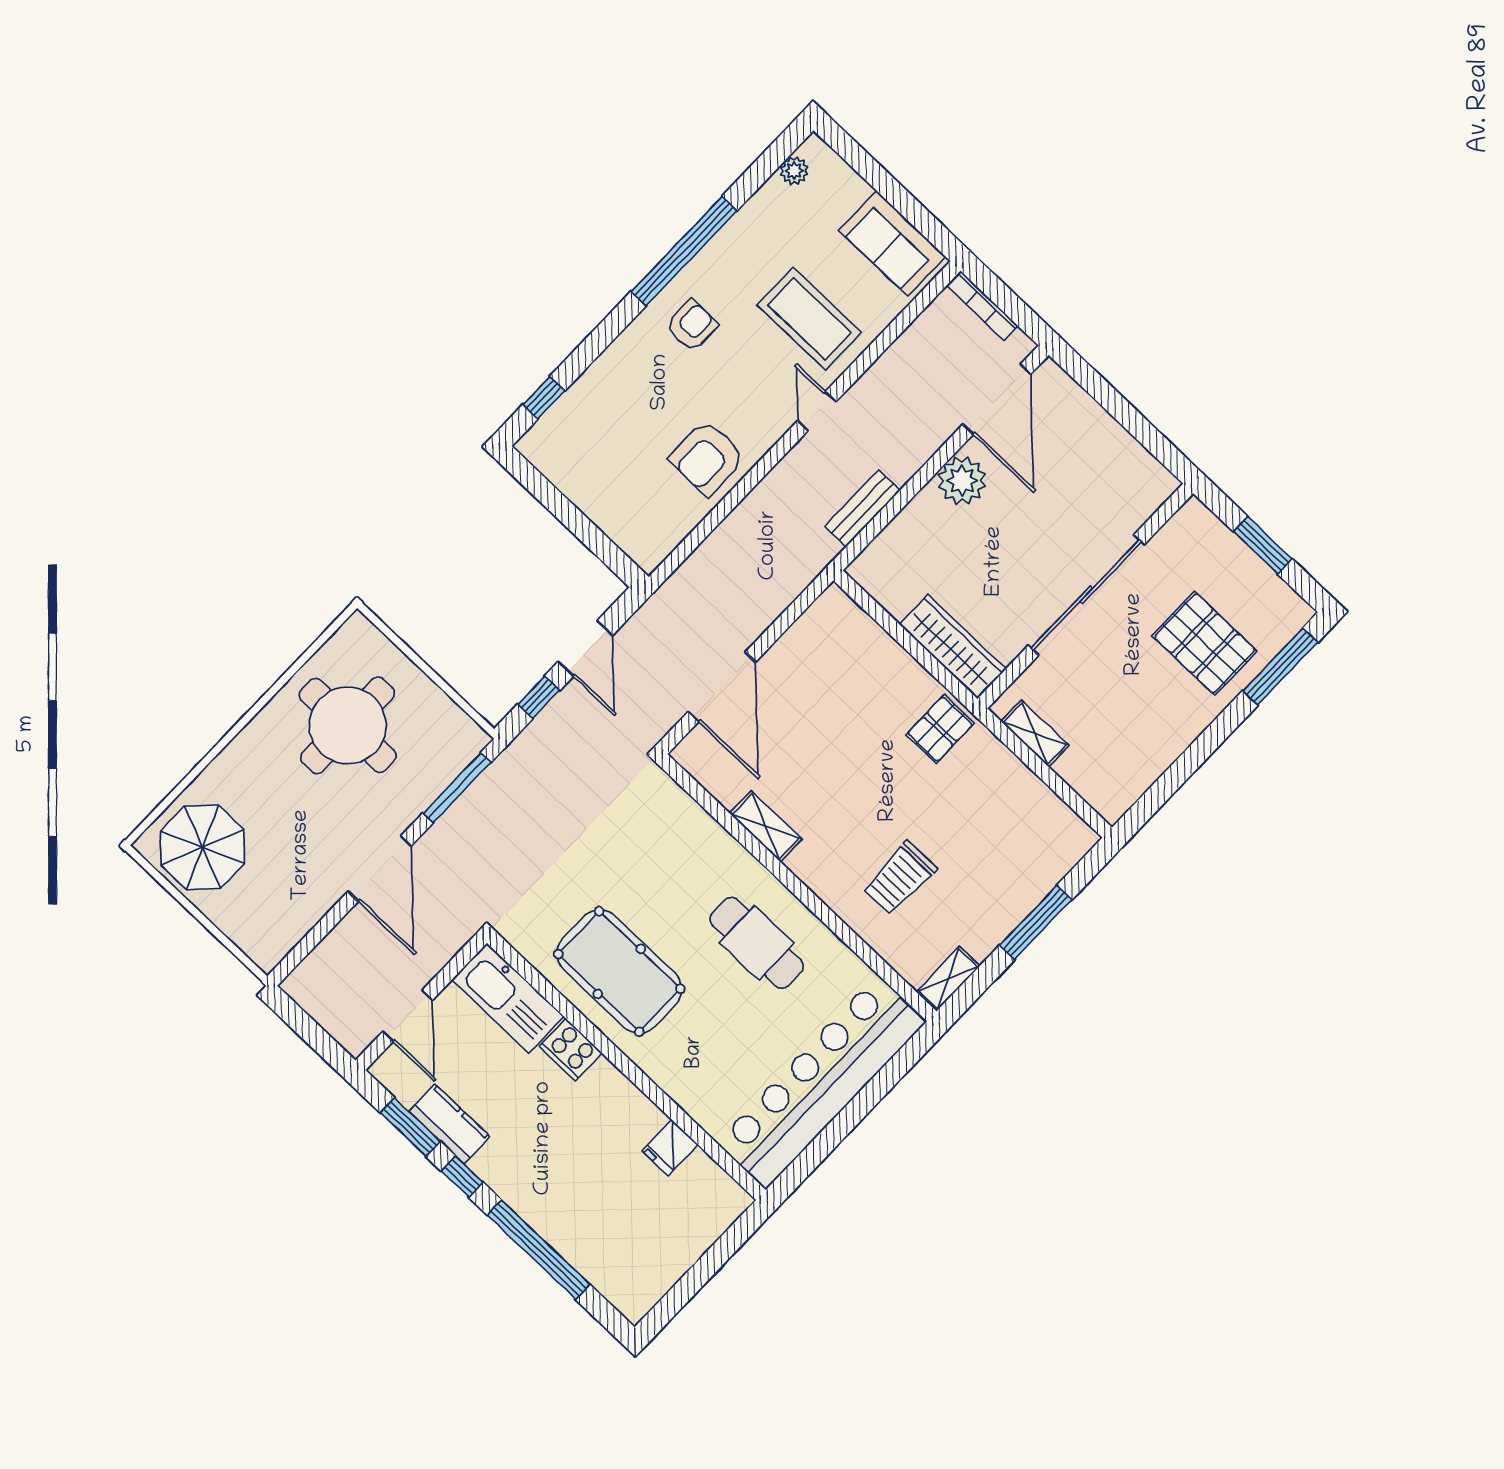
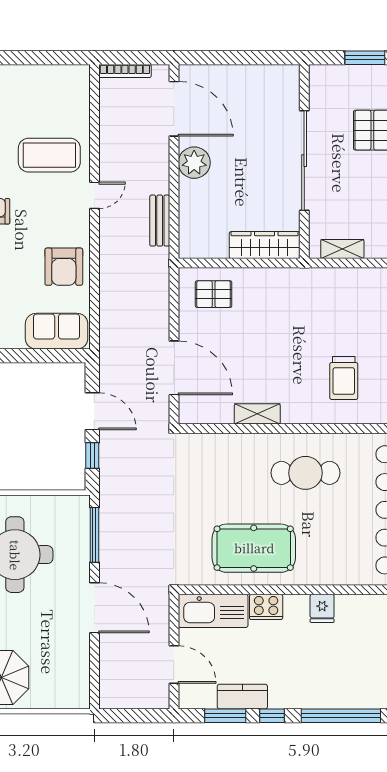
sofa: (892, 243) -> (57, 331), moved, turned 180
door: (817, 411) -> (94, 195), swing flipped
pallet: (940, 729) -> (214, 294), moved, turned 90
fridge: (670, 1148) -> (322, 608), moved

